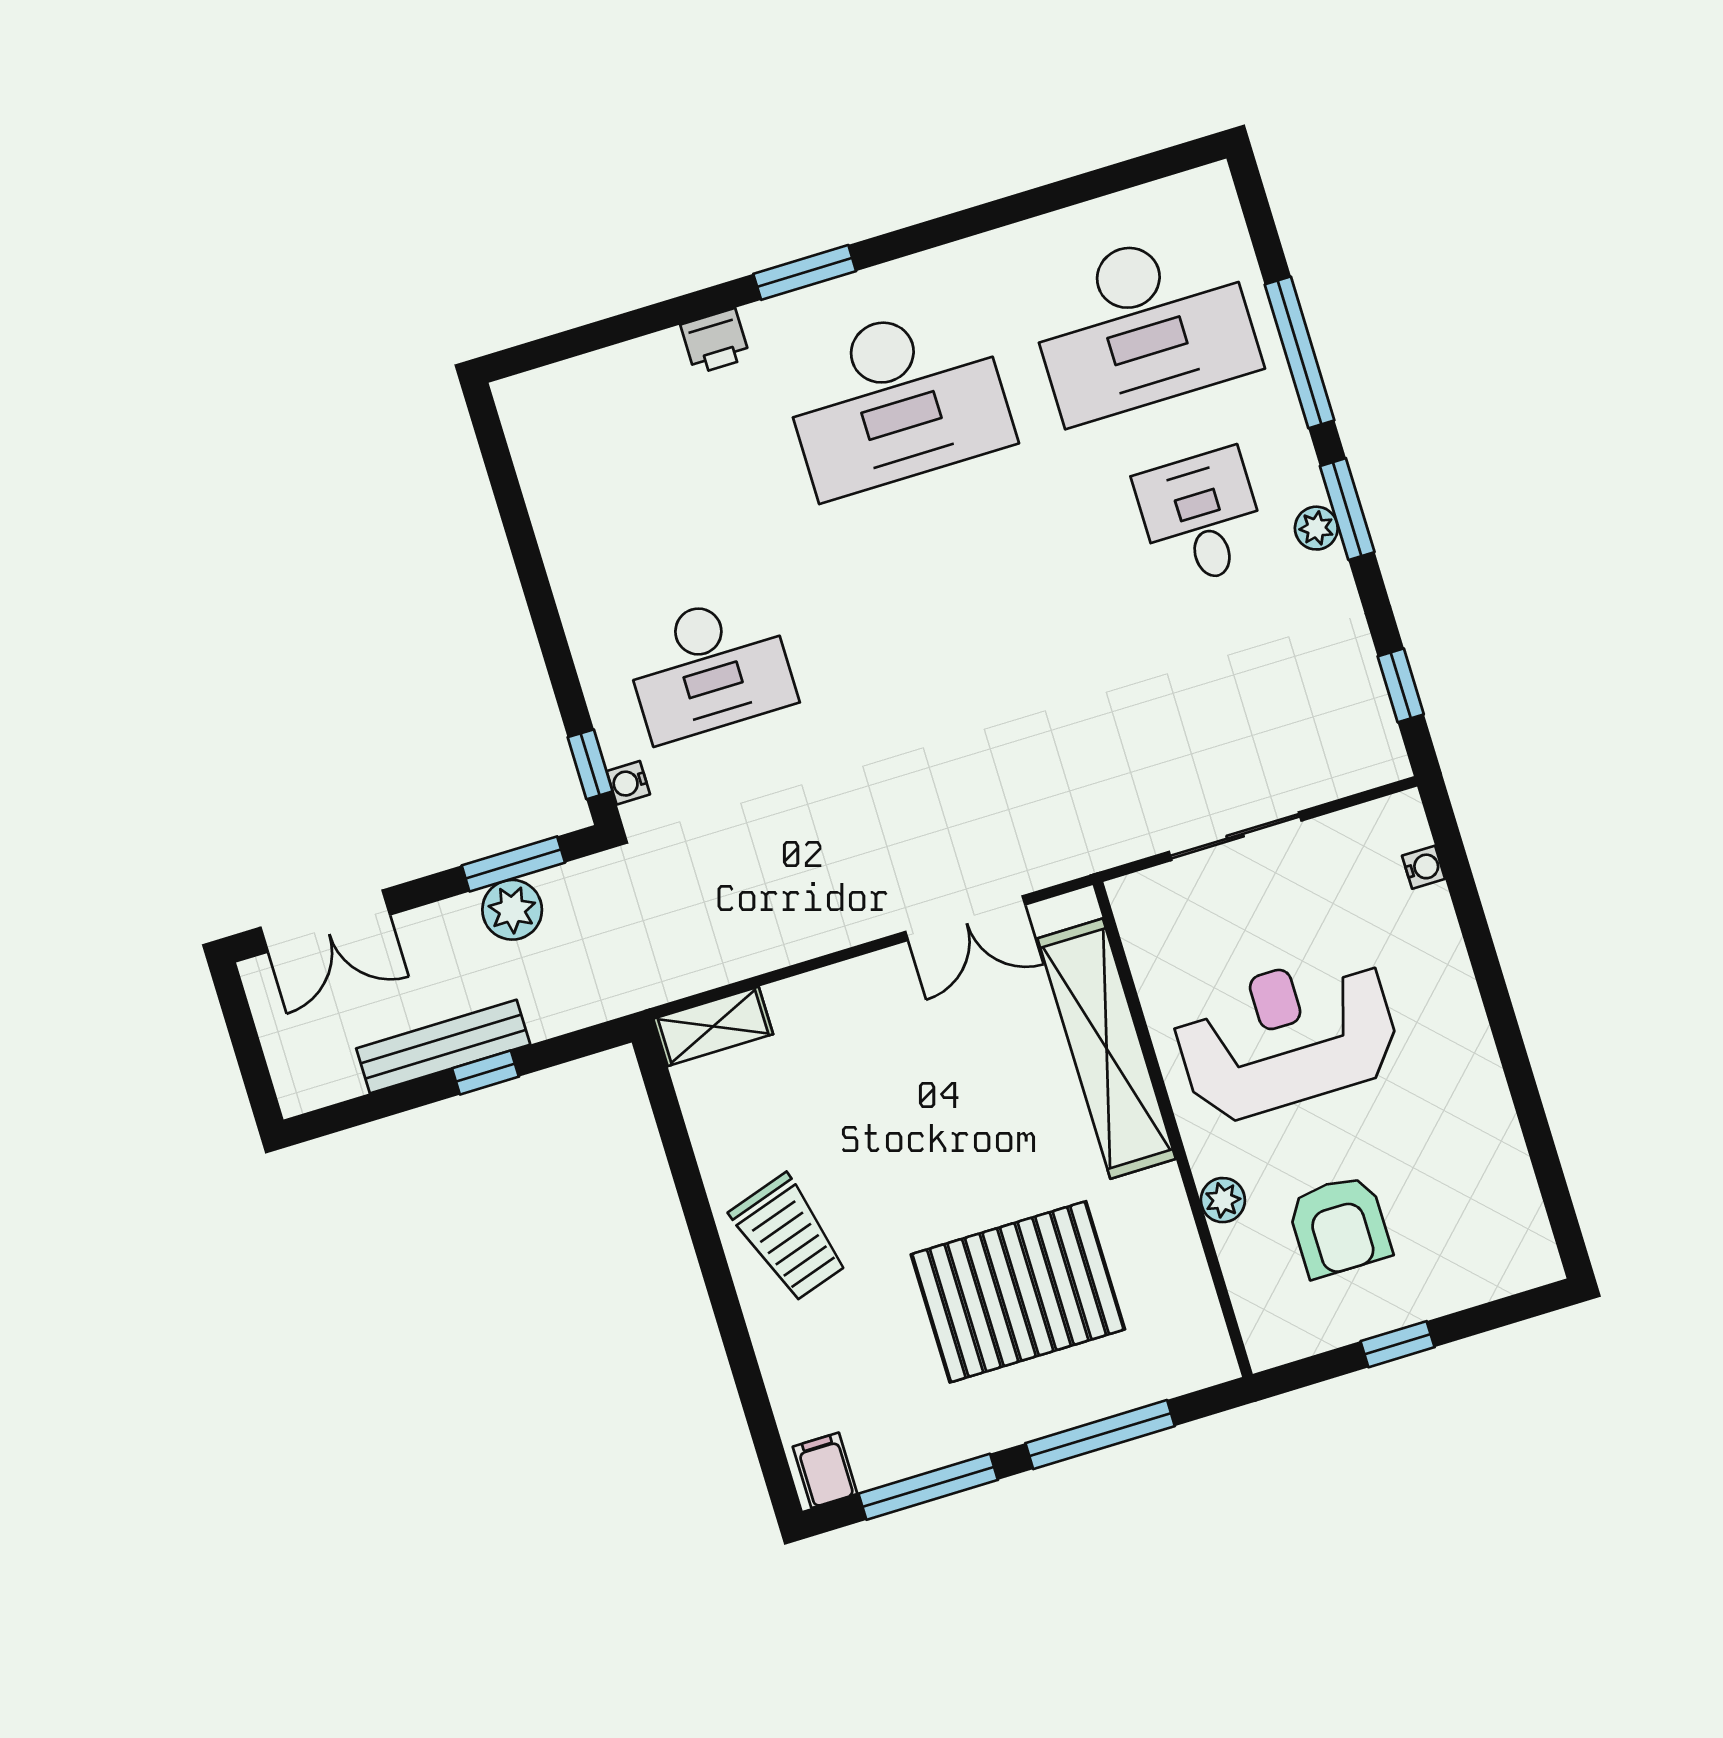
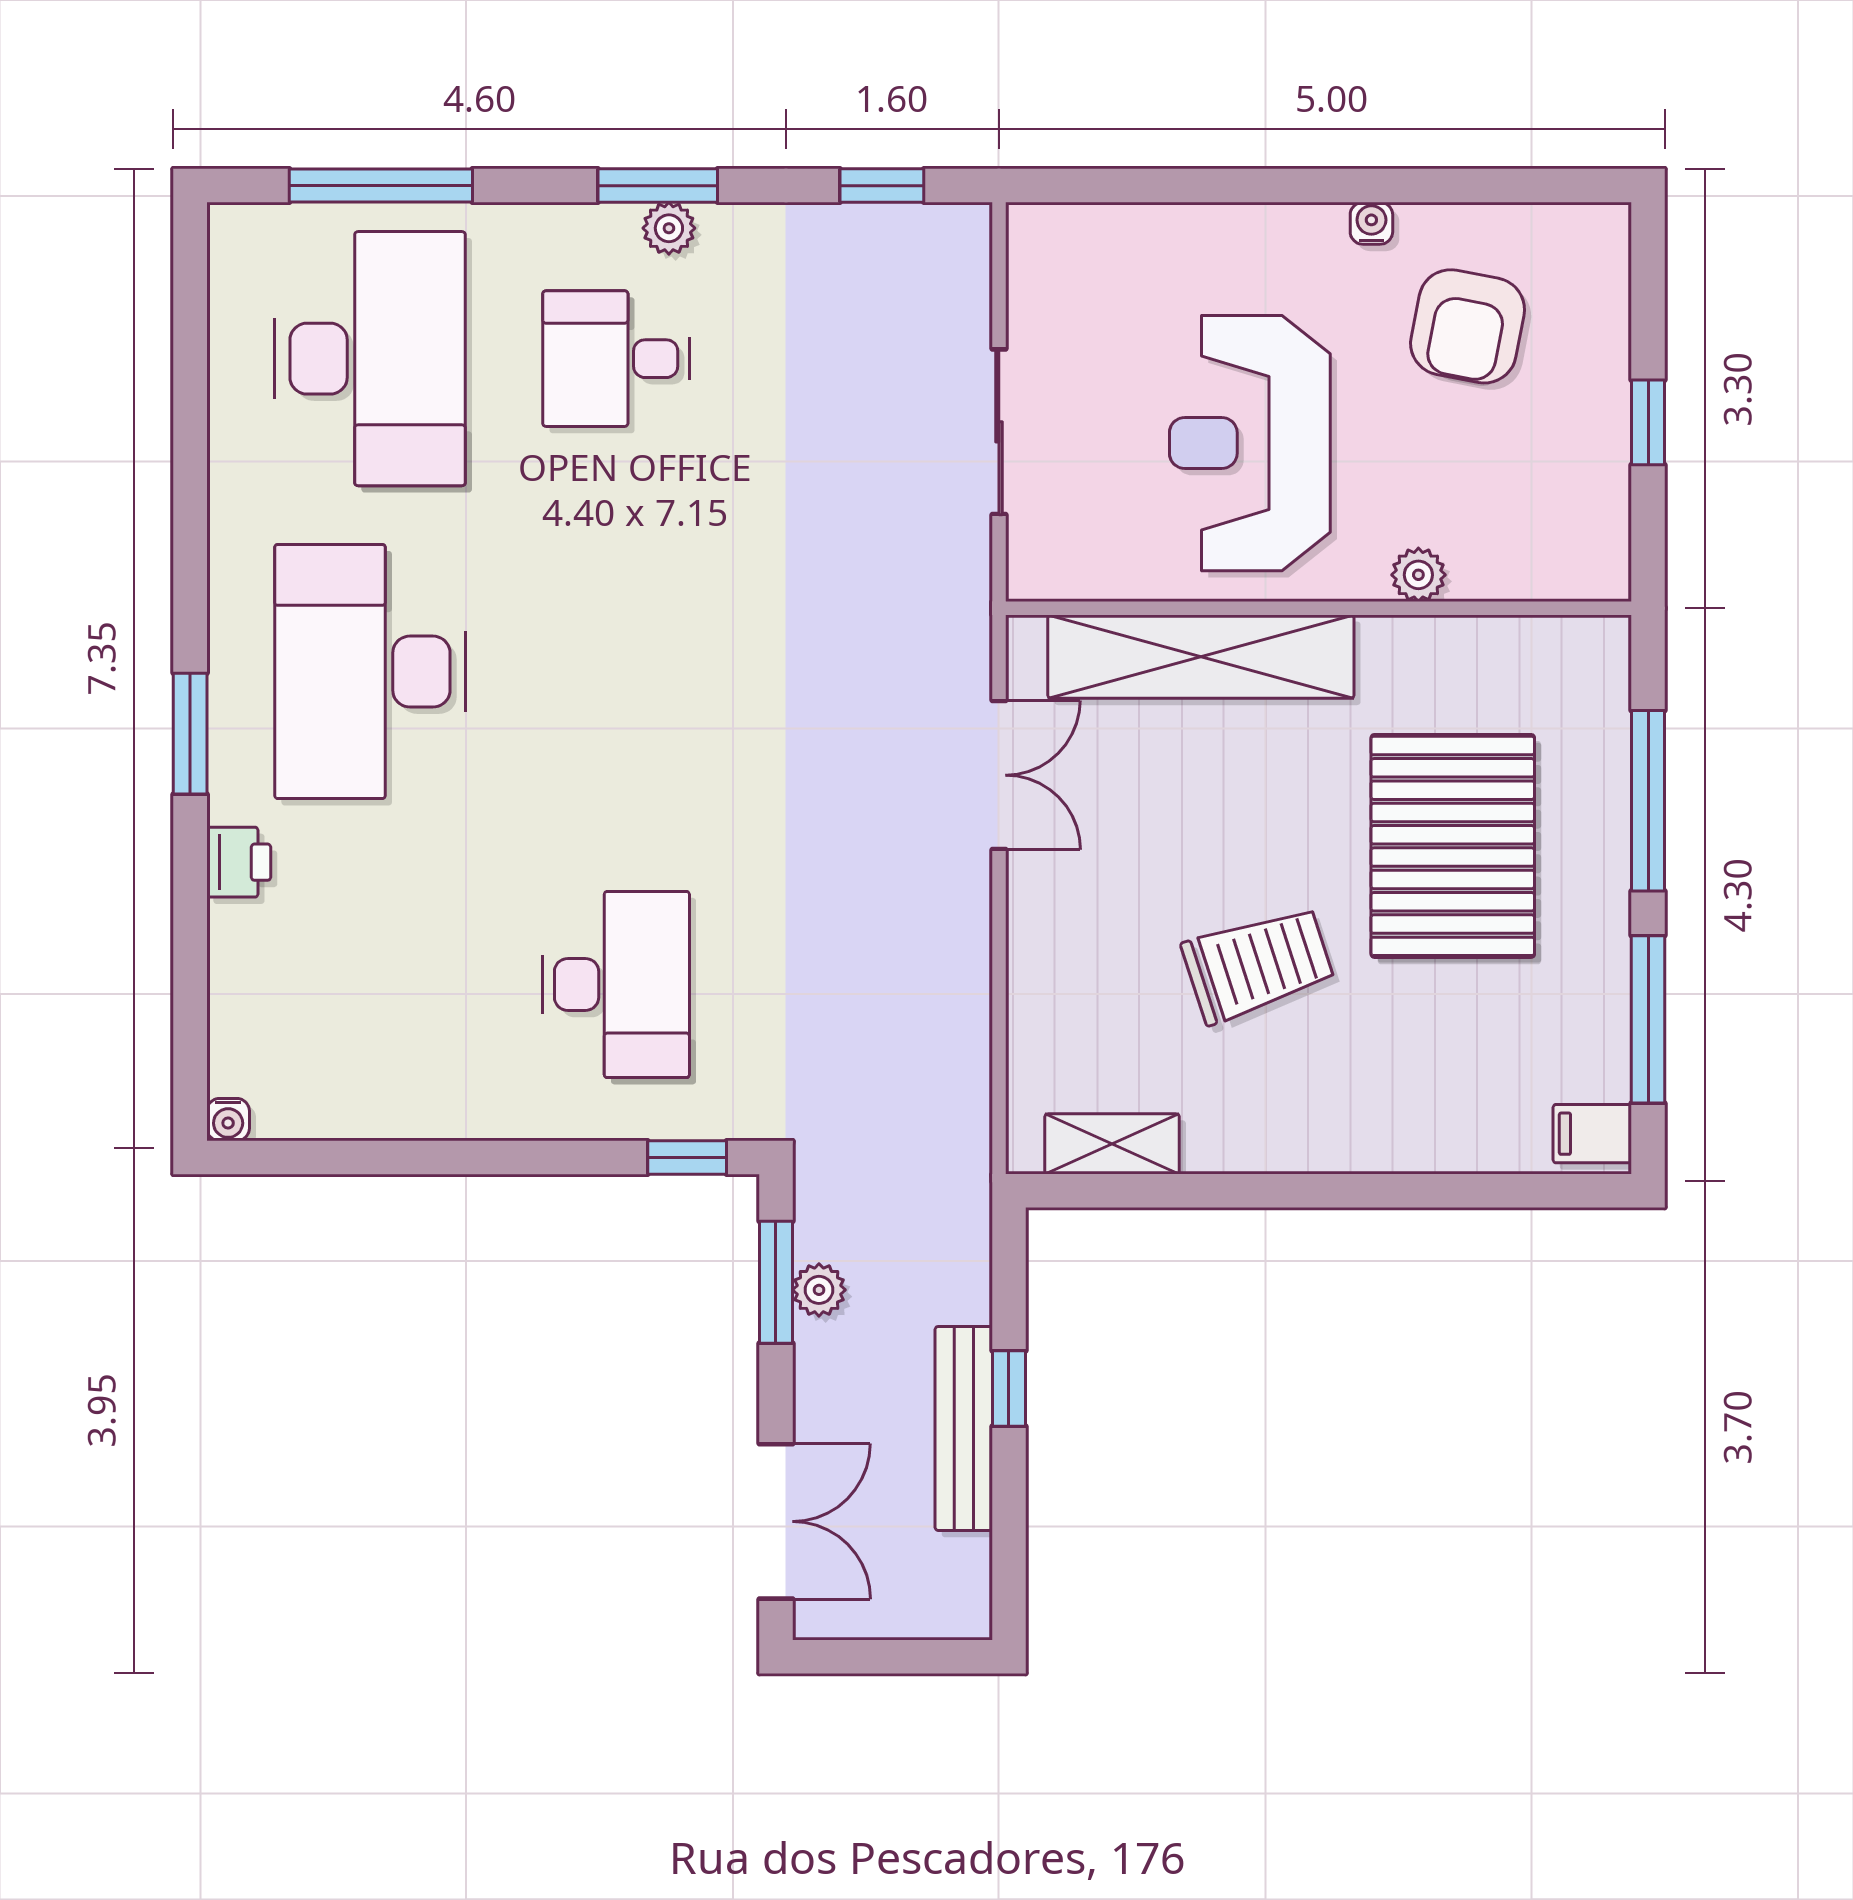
window: (1300, 352) -> (381, 186), moved
desk: (896, 399) -> (370, 672), turned 180
water cooler: (628, 783) -> (228, 1120), moved
water cooler: (1424, 867) -> (1371, 223), moved
plant: (512, 910) -> (819, 1290), width x0.73, depth x0.73
shelving: (713, 1026) -> (1112, 1144), moved, turned 90
armchair: (1339, 1226) -> (1468, 326), moved, turned 101
trolley: (789, 1238) -> (1258, 964), moved

